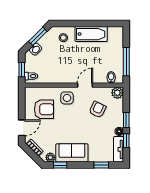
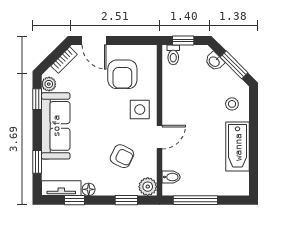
door: (85, 85) -> (160, 137), hinge flipped
window: (126, 120) -> (126, 200), moved
sofa: (72, 153) -> (56, 126), width x1.36

